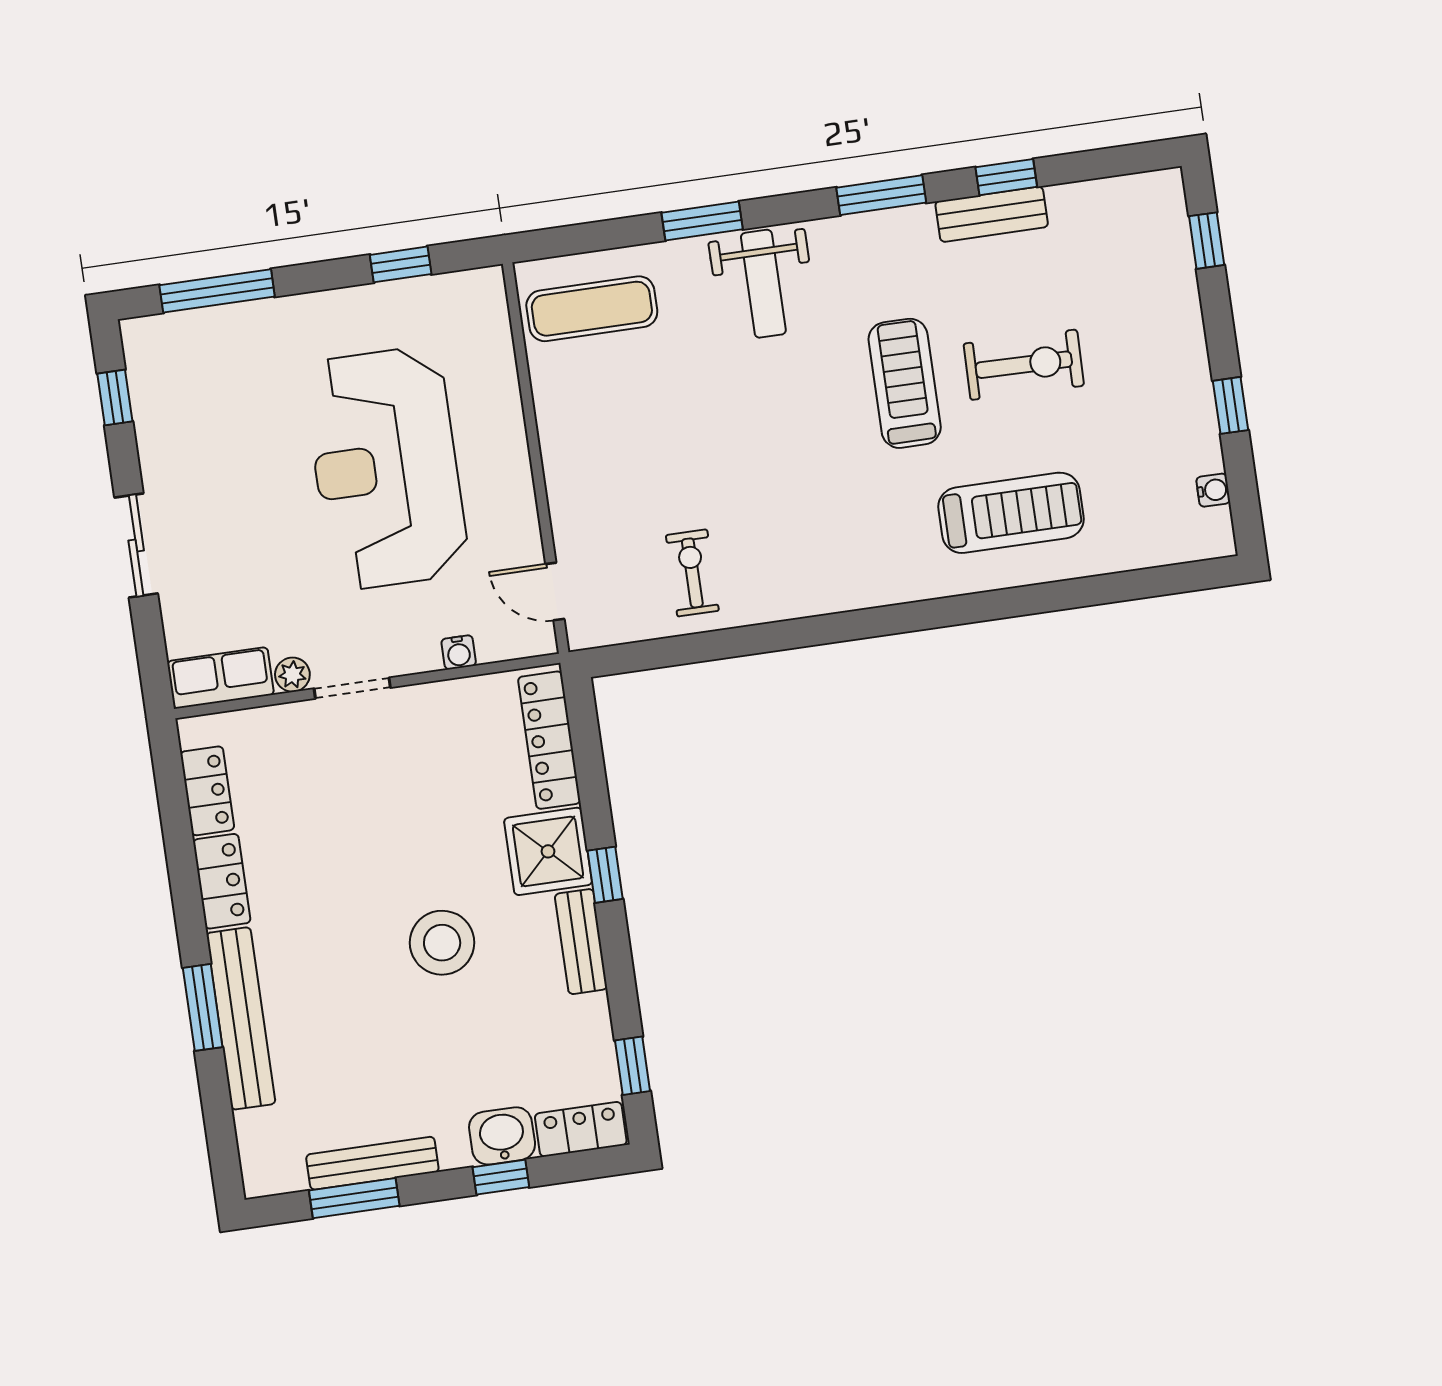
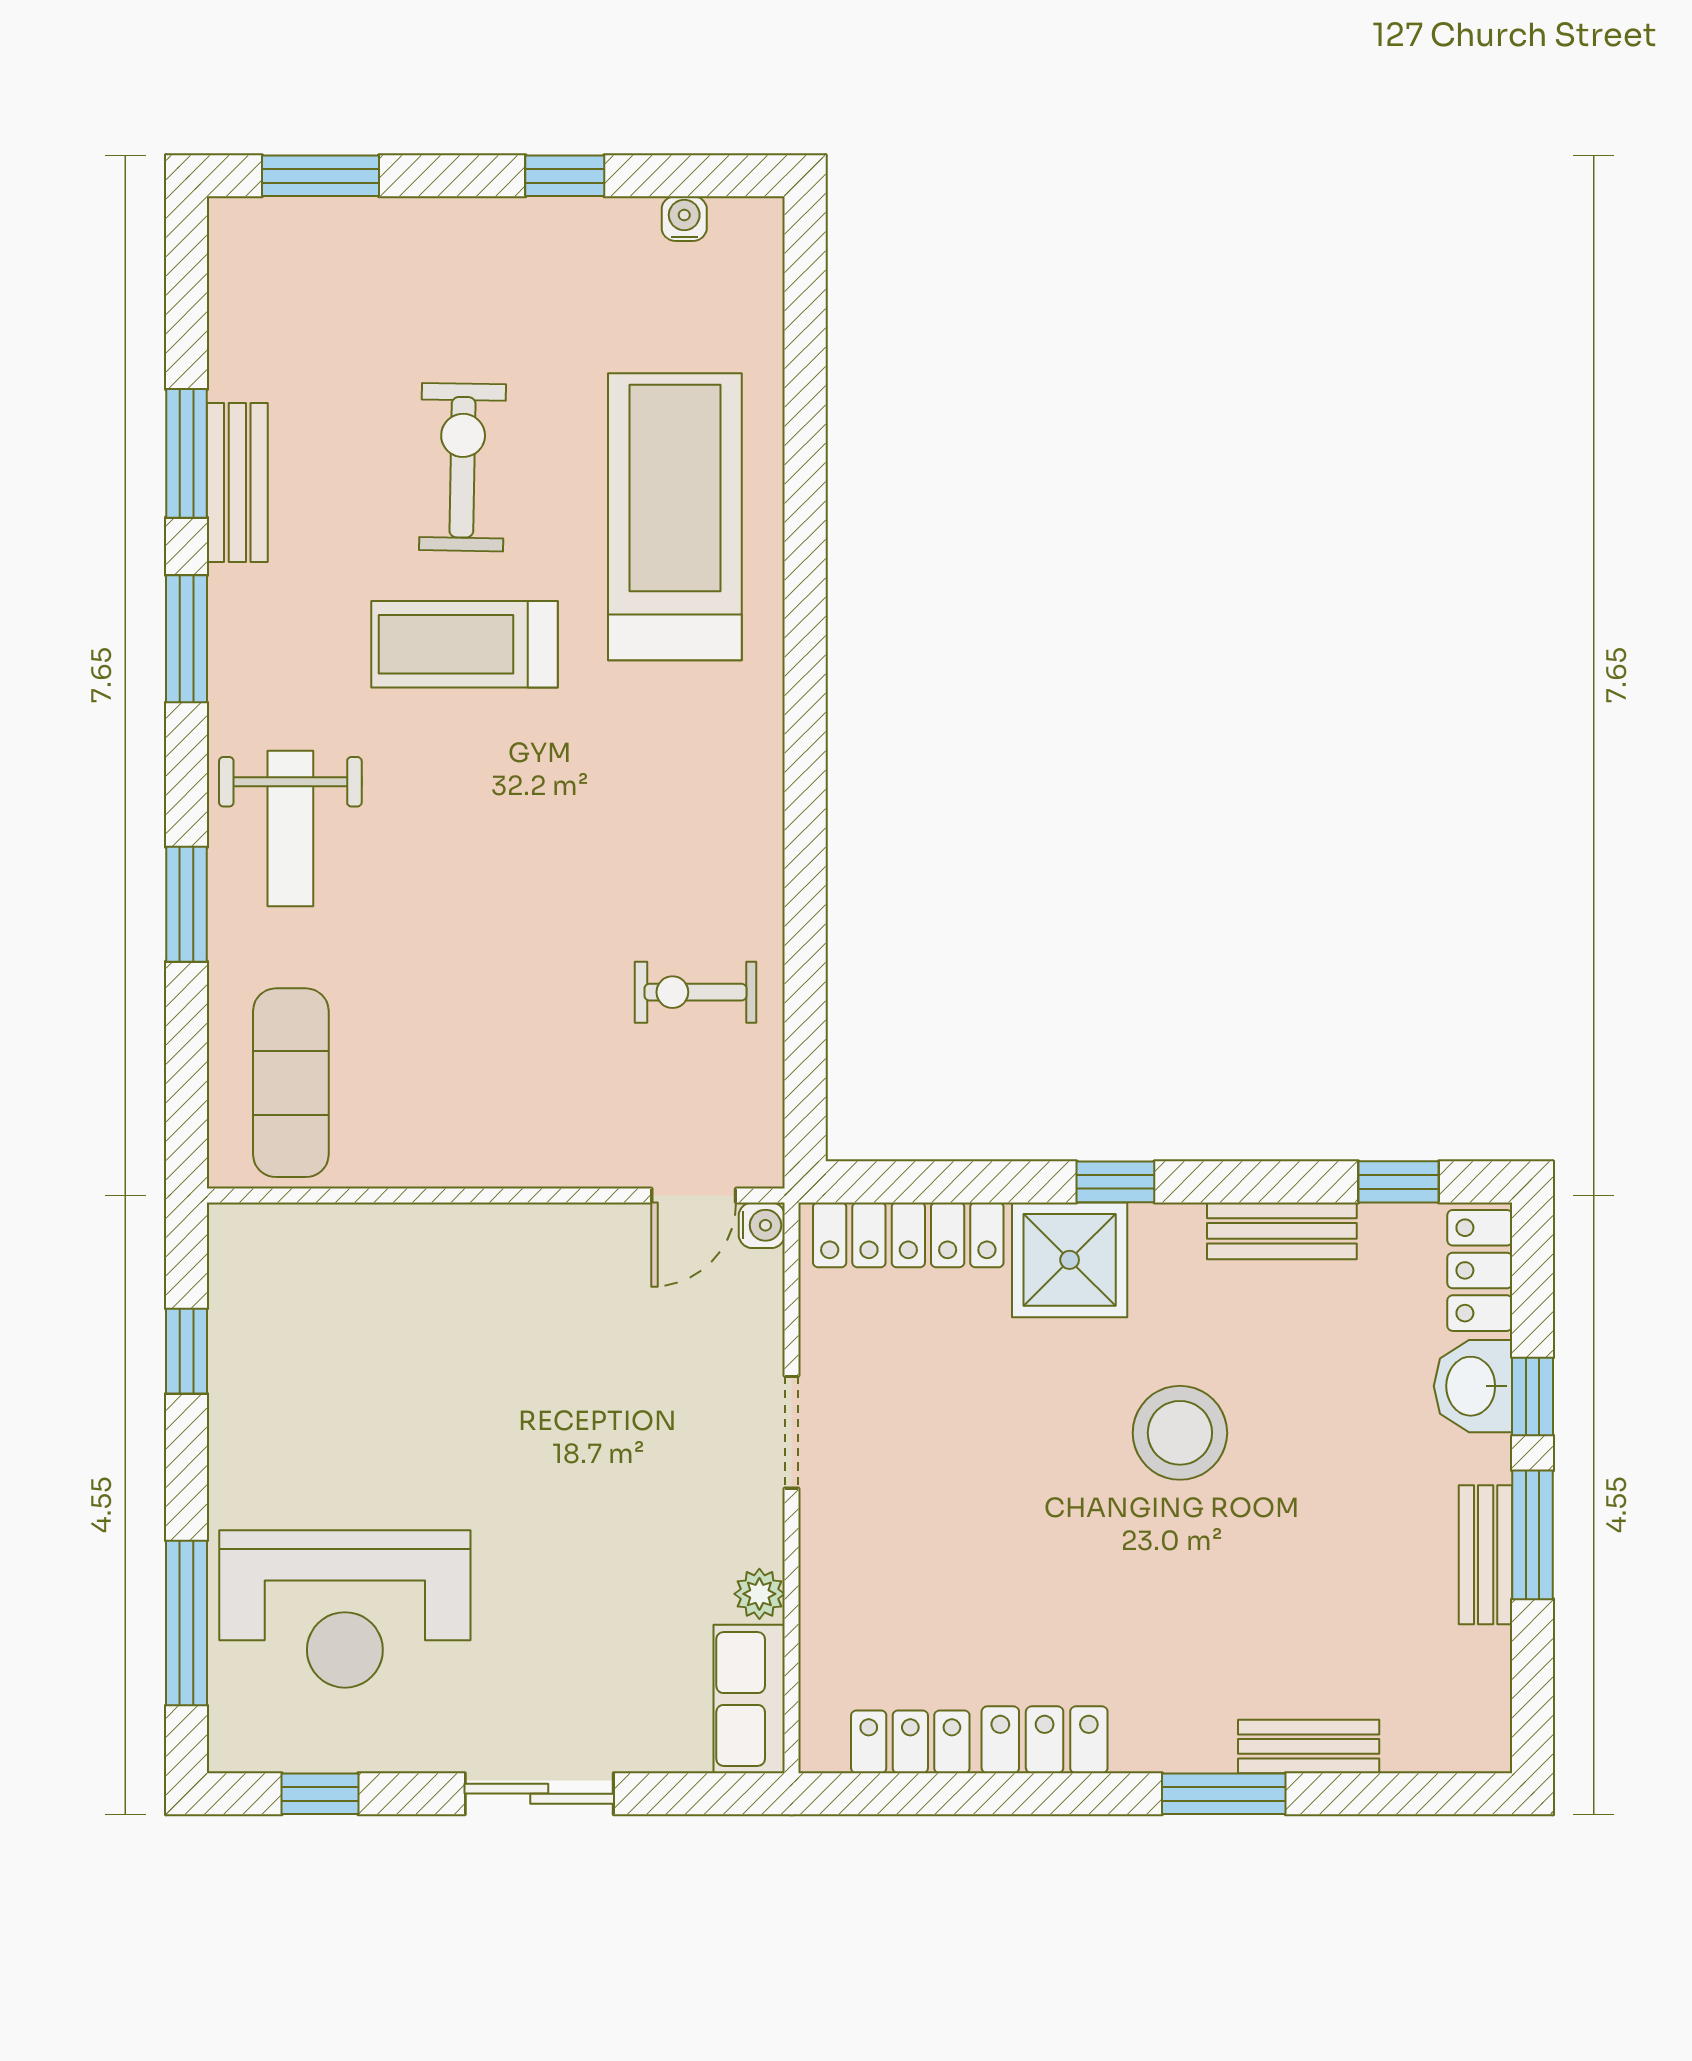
window: (1006, 177) -> (186, 453), width x1.50
window: (1207, 241) -> (321, 176), width x1.50
weight bench: (763, 284) -> (290, 828), turned 90
reception desk: (386, 468) -> (345, 1609), moved, width x0.74, depth x0.77
treadmill: (1011, 513) -> (675, 517), width x1.37, depth x1.38
water cooler: (459, 652) -> (762, 1225), moved
doorway: (352, 688) -> (792, 1432), moved
bench: (581, 942) -> (1282, 1231), moved
bench: (241, 1018) -> (1309, 1746), width x0.54, depth x0.82
bench: (372, 1163) -> (1486, 1555), width x0.73
window: (354, 1198) -> (1533, 1535), moved

